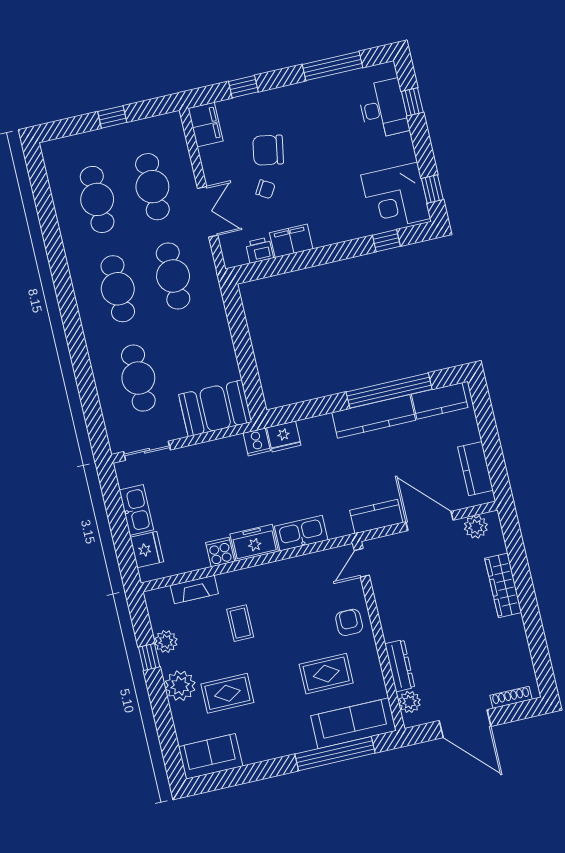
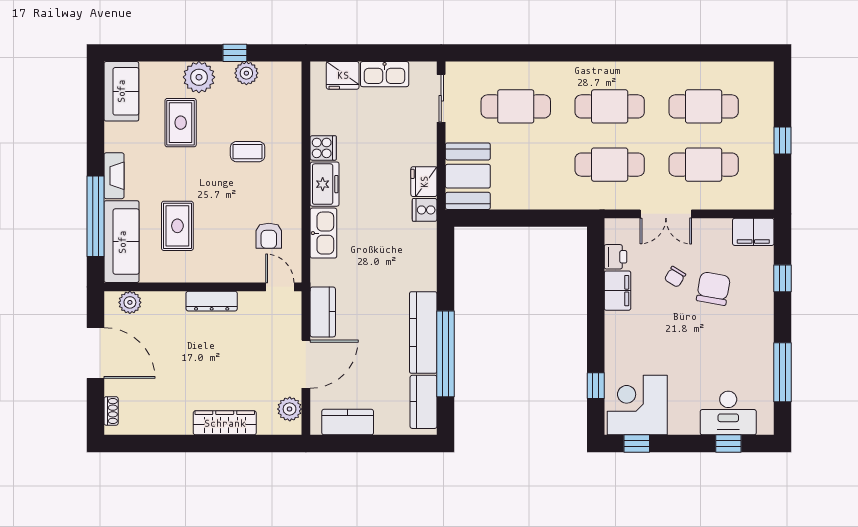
fridge: (284, 436) -> (424, 182), moved
fireplace: (194, 590) -> (114, 176), moved, turned 180
armchair: (349, 622) -> (269, 236), moved, turned 90
dresser: (400, 666) -> (212, 301), moved
shoe rack: (511, 697) -> (111, 411), width x0.70
door: (465, 724) -> (96, 353), swing flipped

